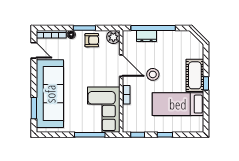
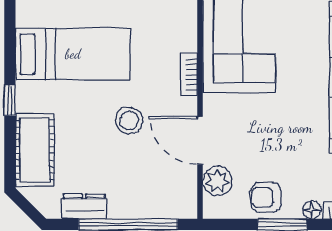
dresser: (147, 36) -> (84, 206), moved
plant: (113, 37) -> (217, 181), moved
cot: (195, 75) -> (35, 150), moved

